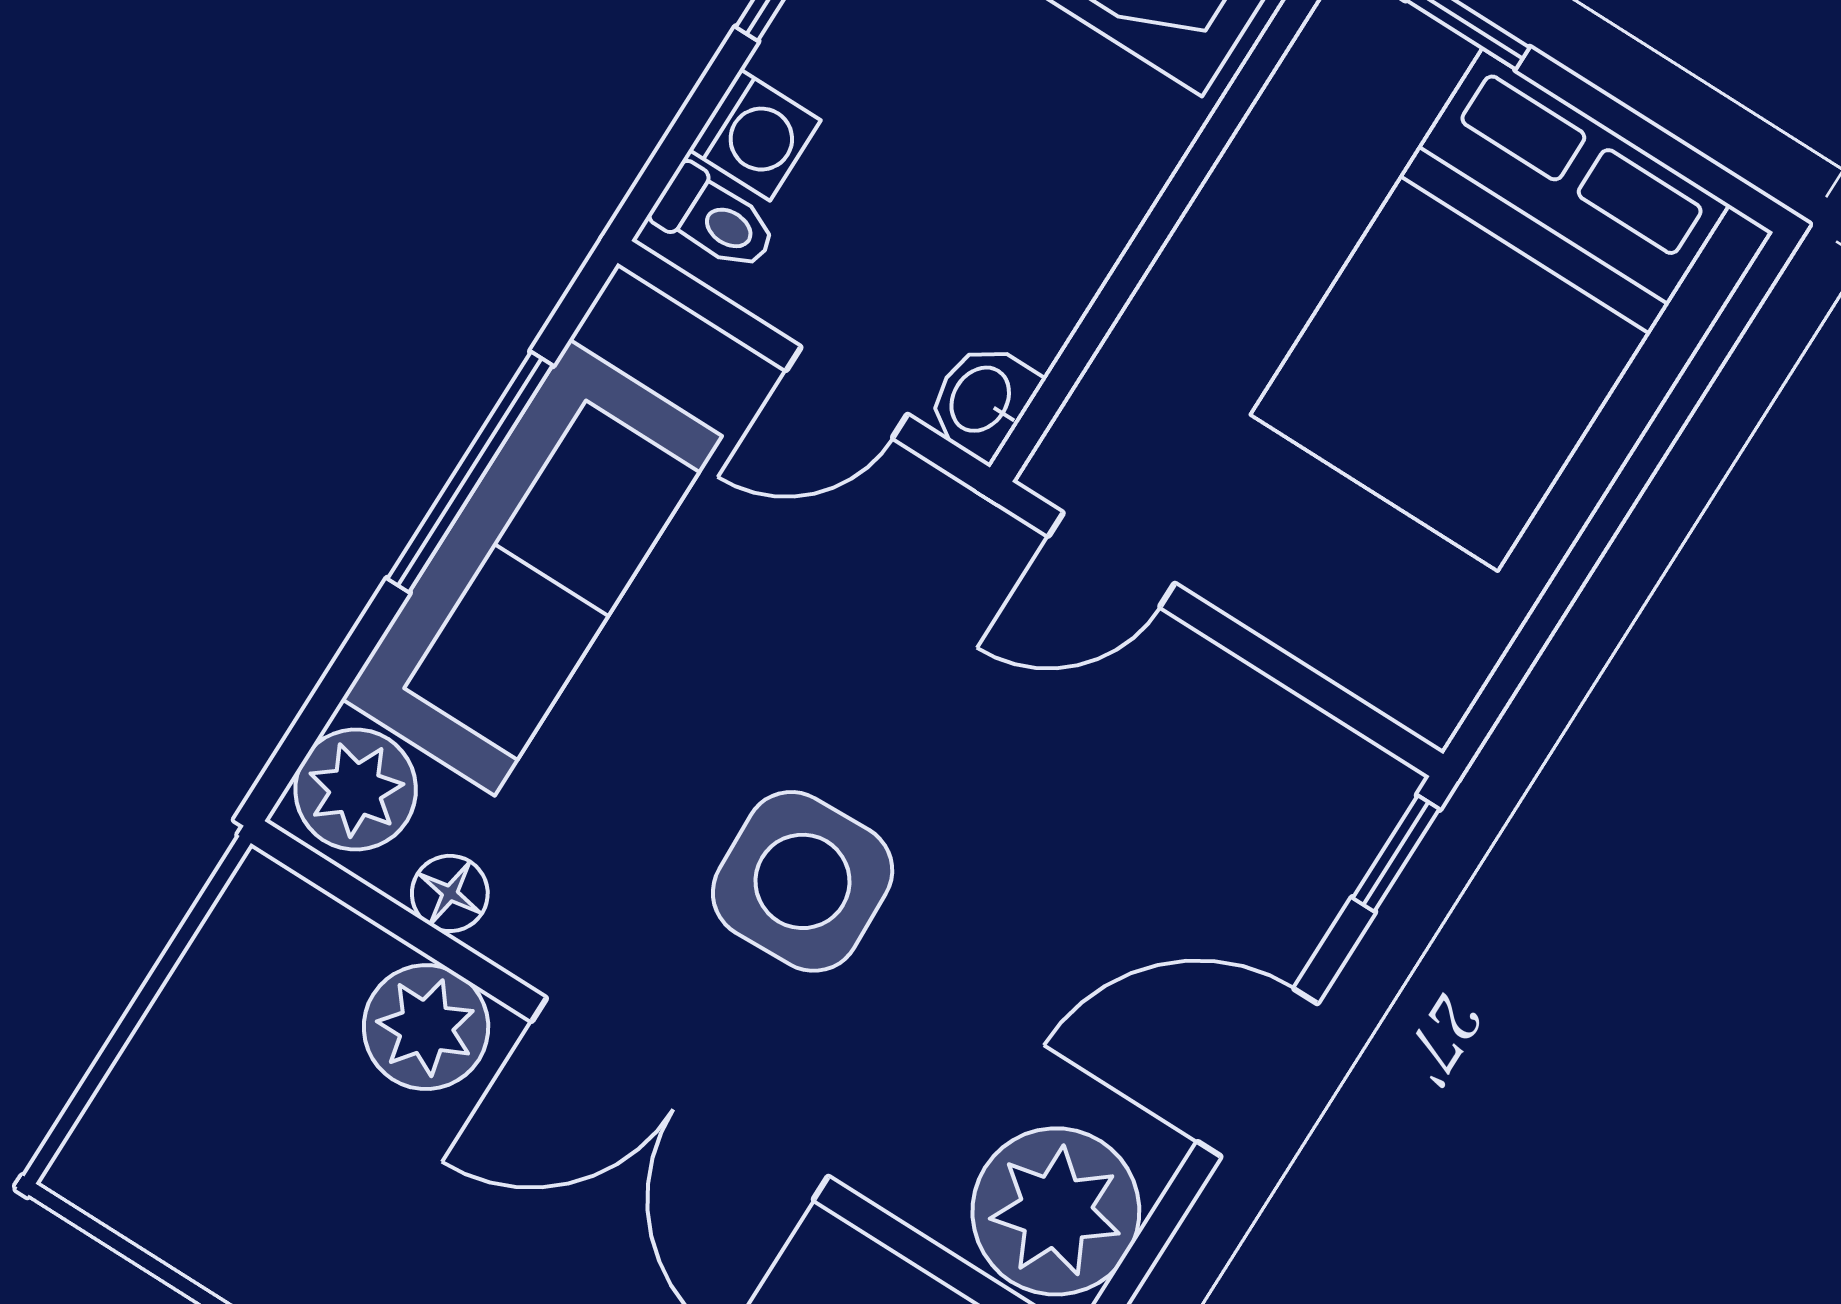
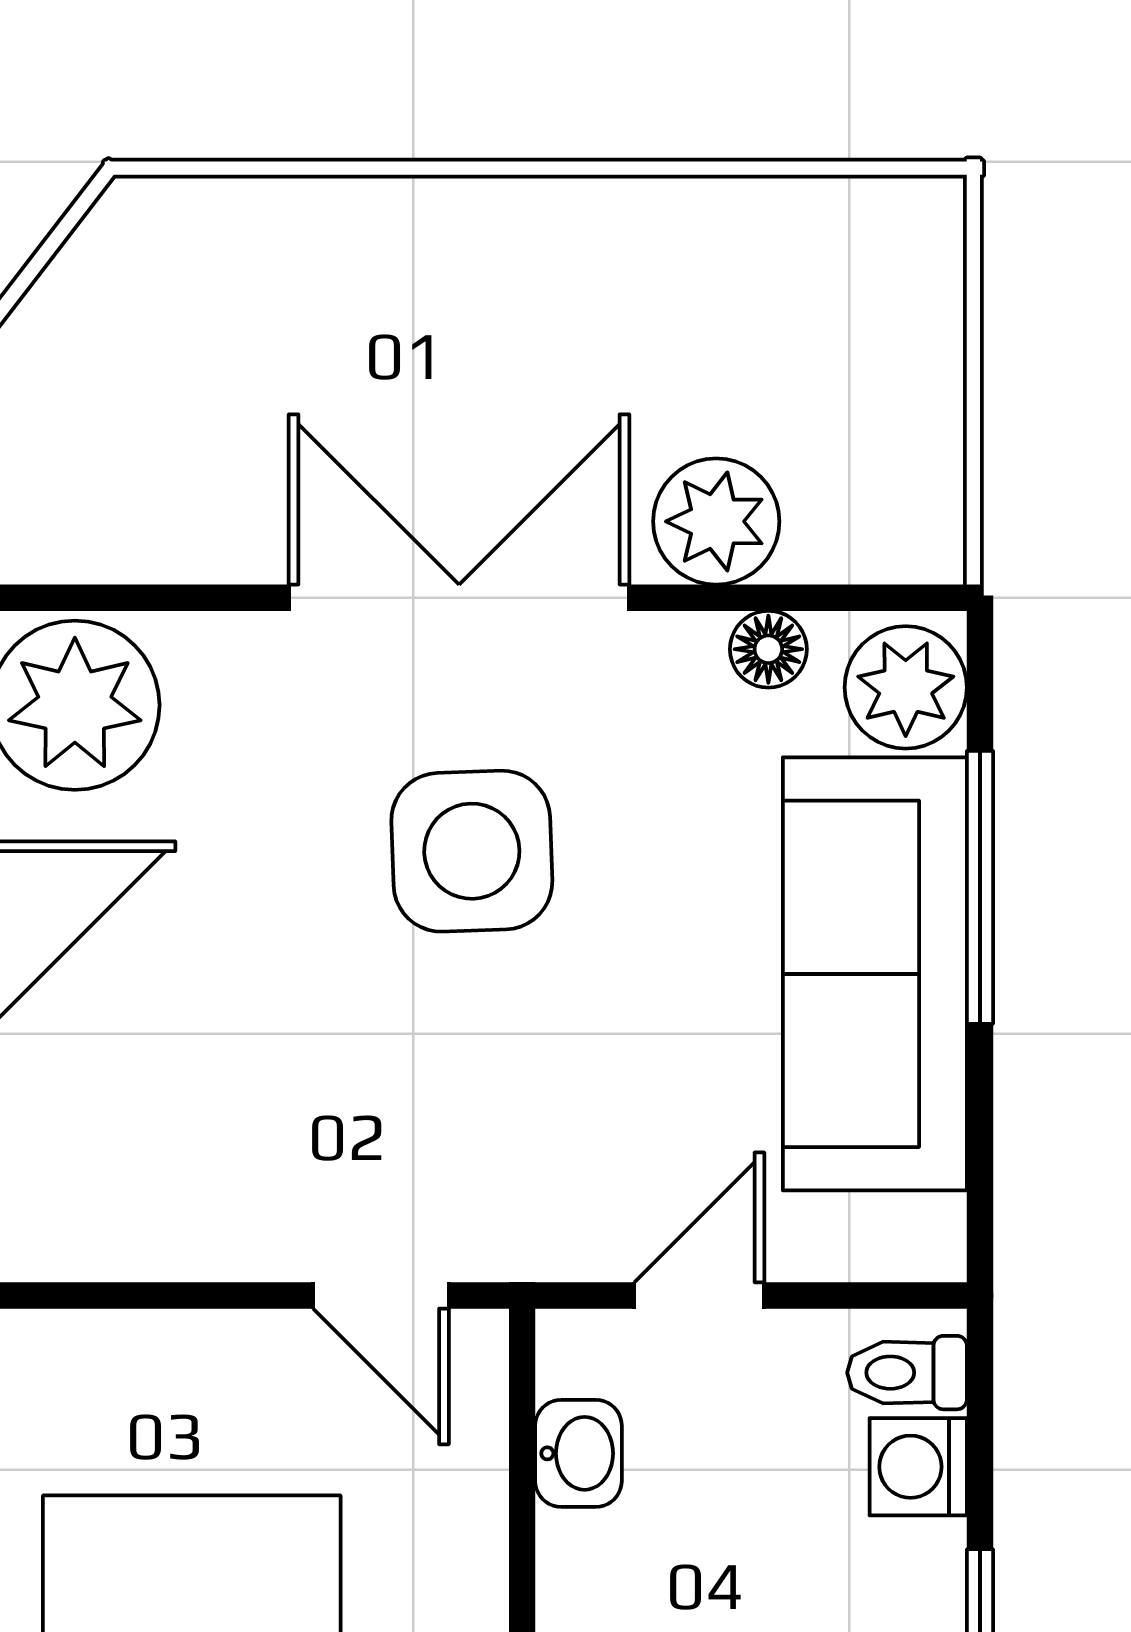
washbasin: (982, 401) -> (578, 1453), moved
window: (470, 472) -> (980, 887), moved
door: (1112, 560) -> (381, 1295), swing flipped

